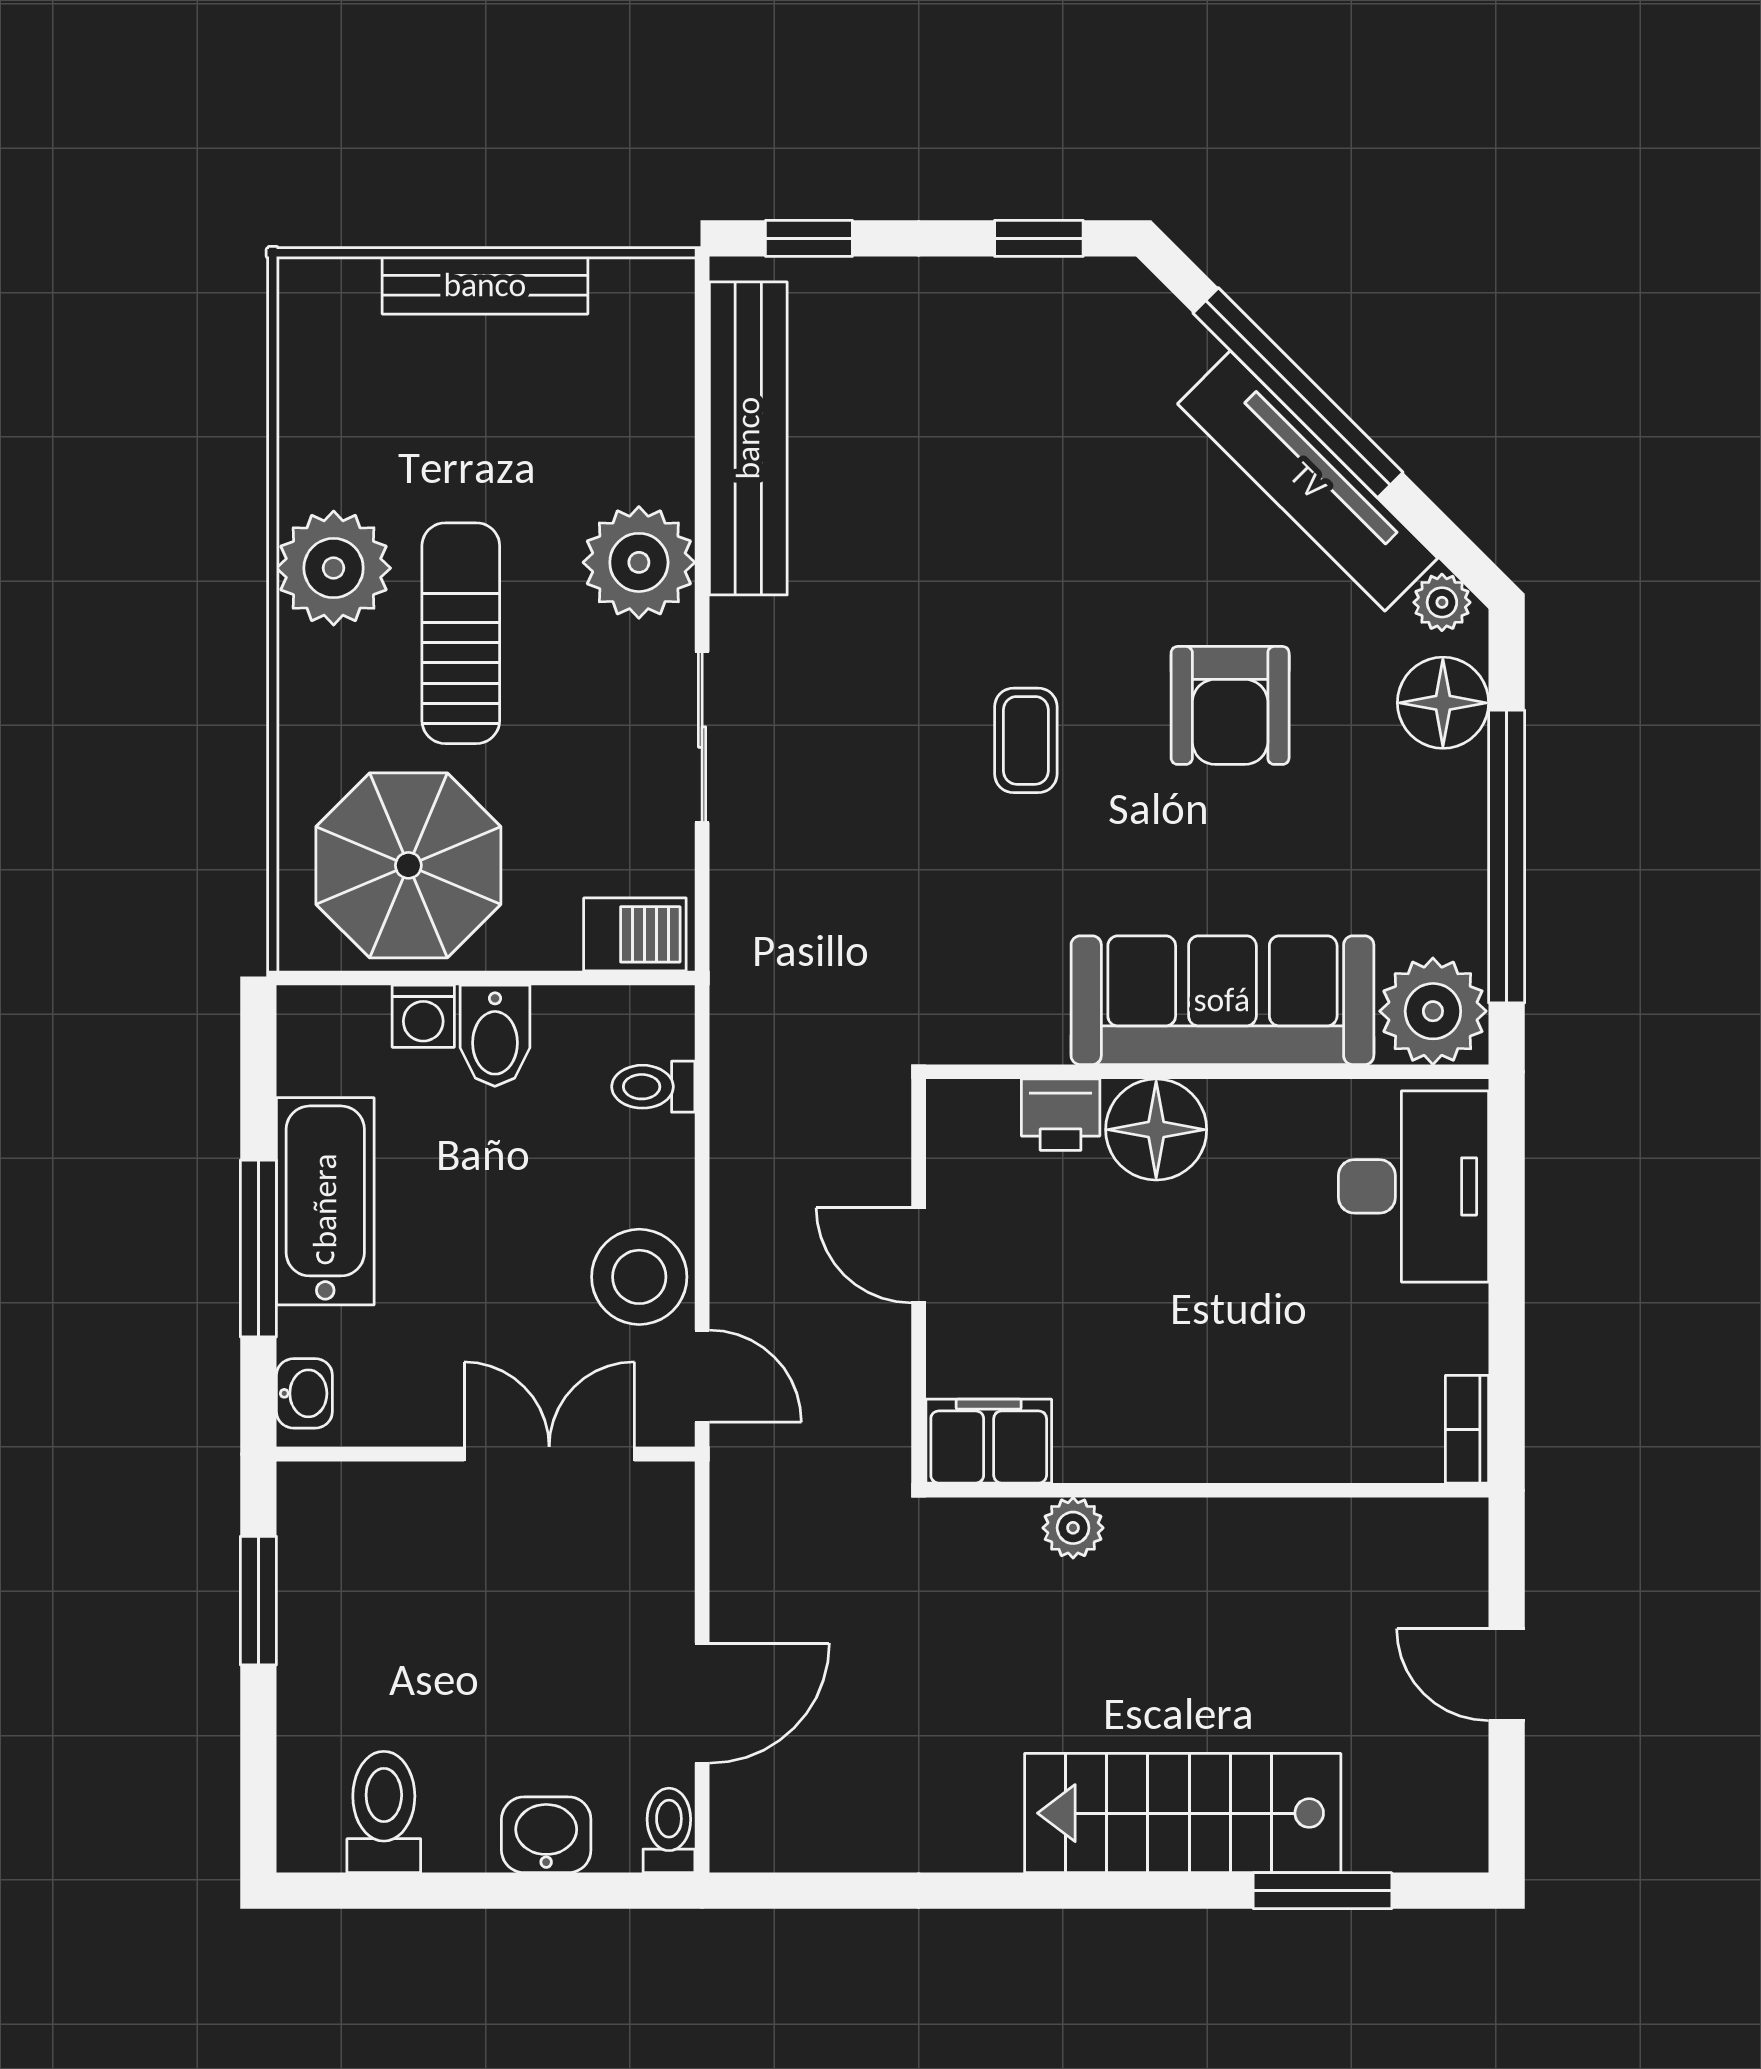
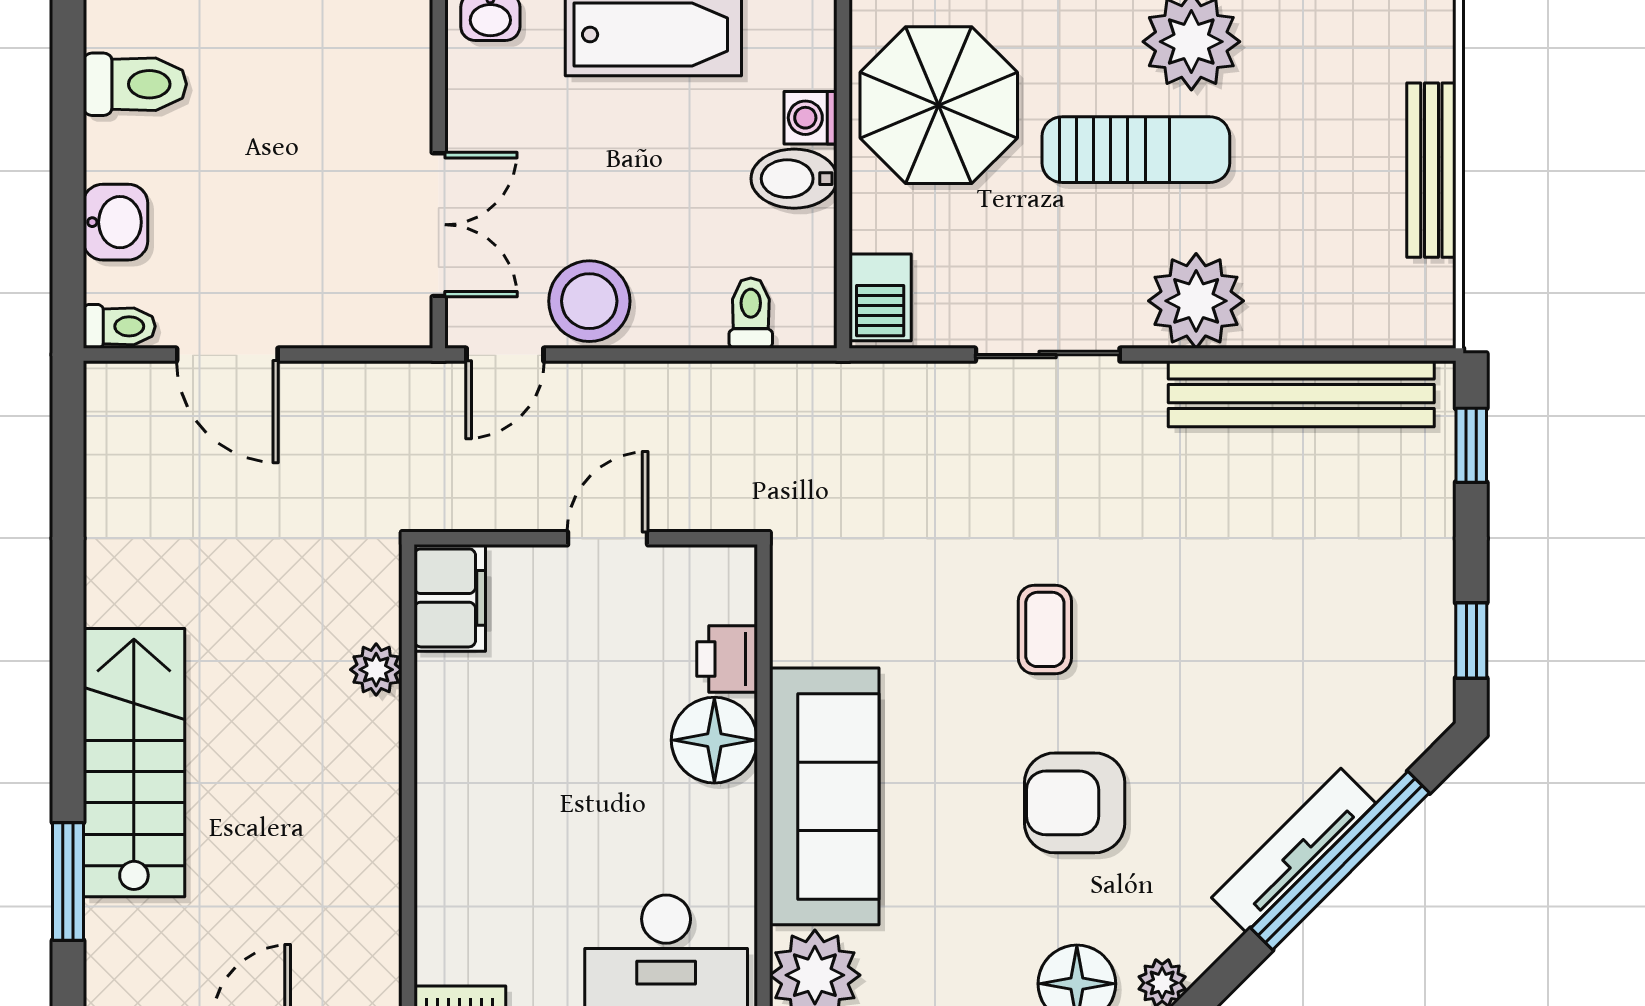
tv unit: (1308, 481) -> (1294, 850), width x0.73, depth x0.78
coffee table: (1026, 740) -> (1045, 629), turned 90

